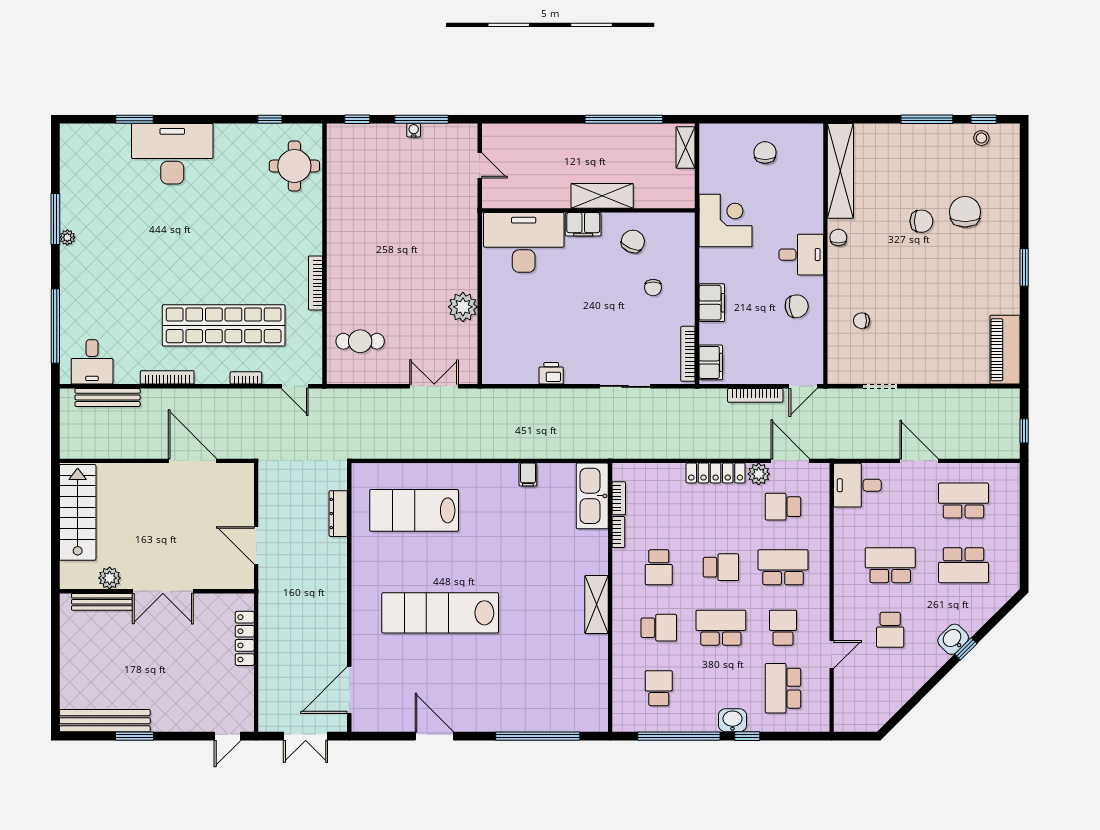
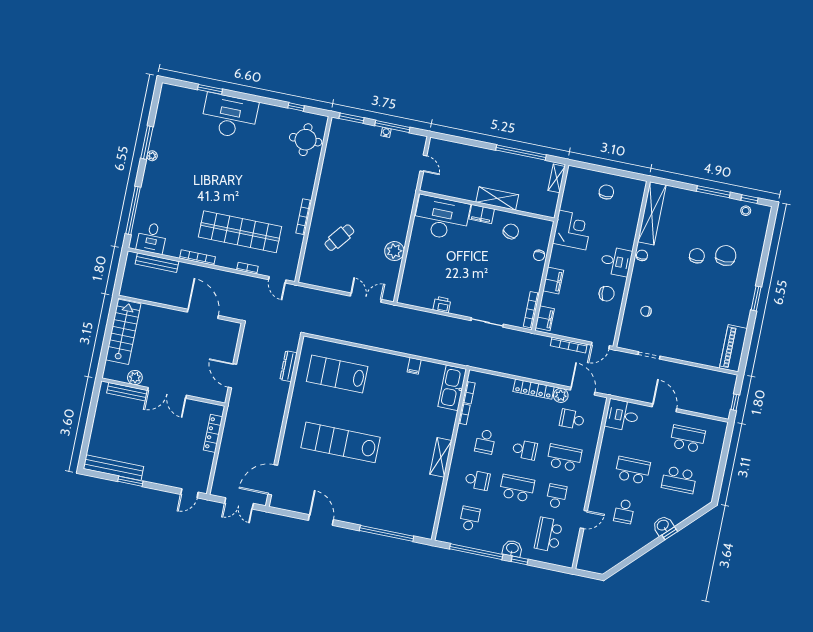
window: (357, 119) -> (352, 118), width x1.50
chair: (921, 221) -> (697, 256), turned -90
chair: (653, 288) -> (539, 255), moved
cafe table: (360, 341) -> (339, 238), moved, turned -51

